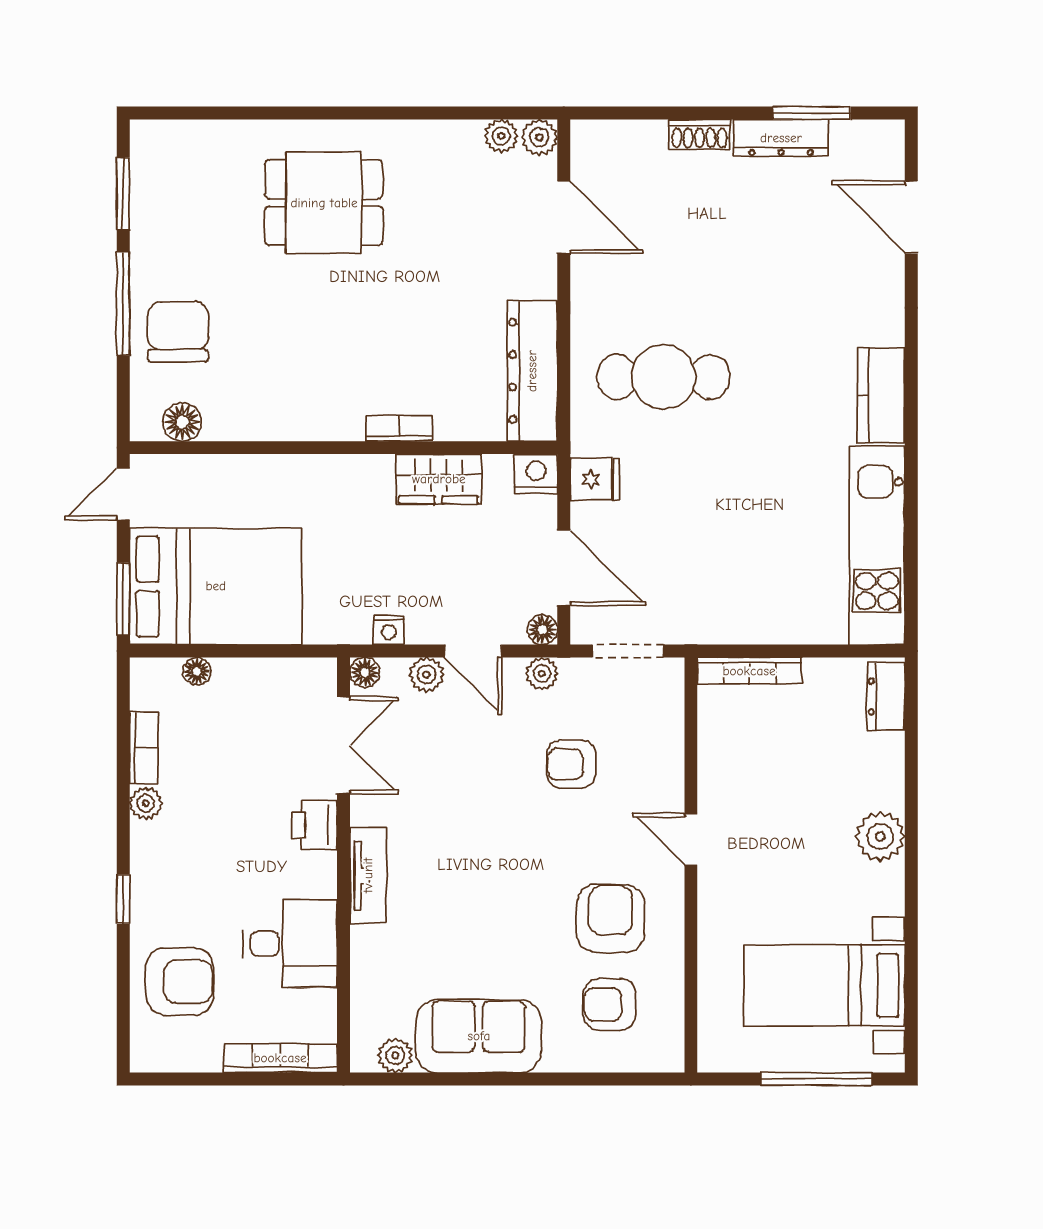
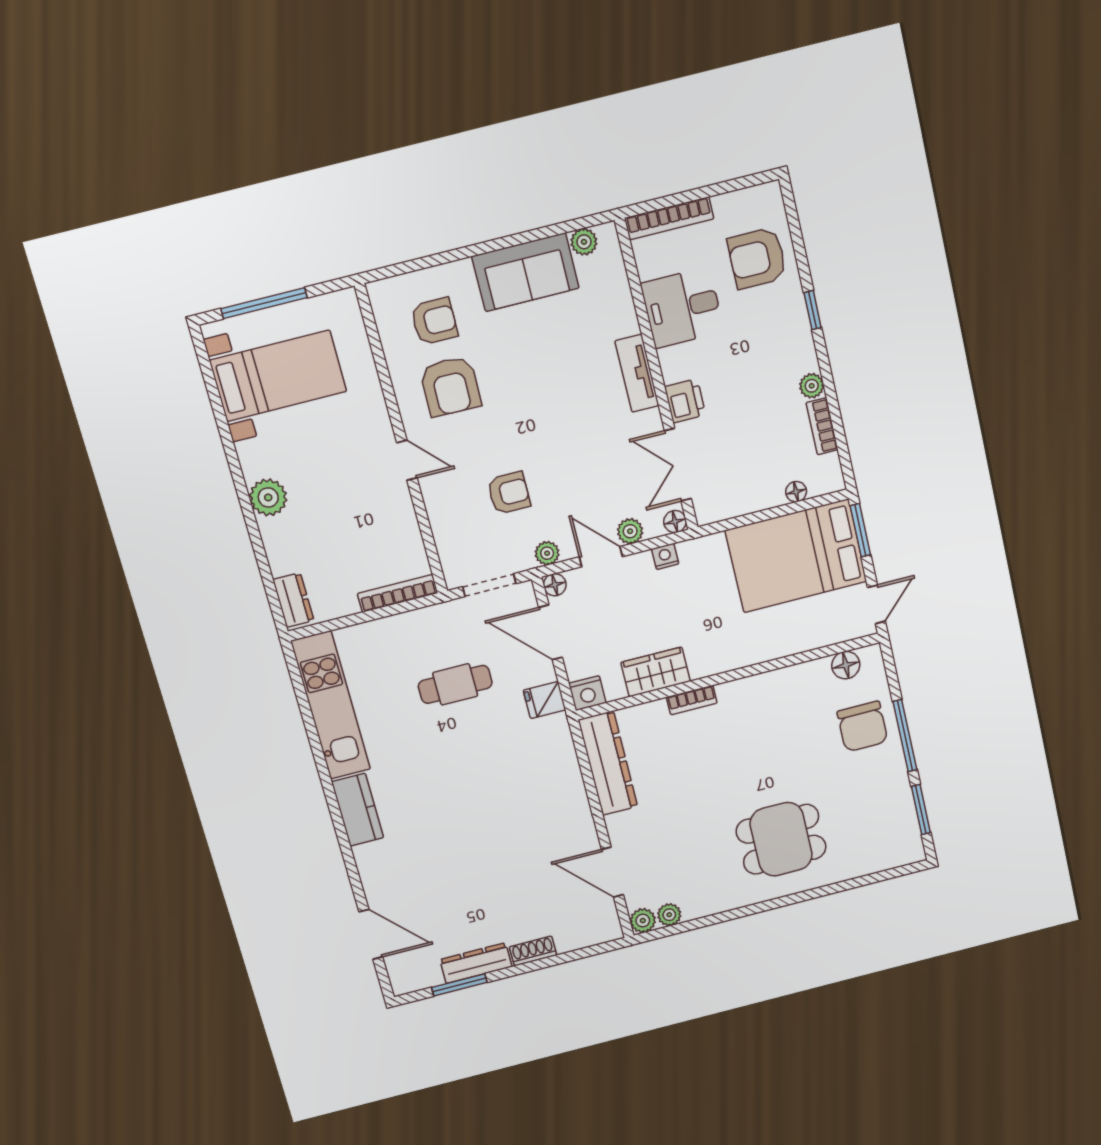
cafe table: (664, 377) -> (455, 684), moved, width x0.73, depth x0.74

